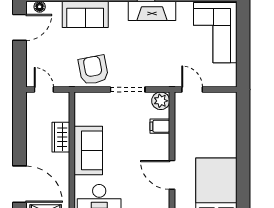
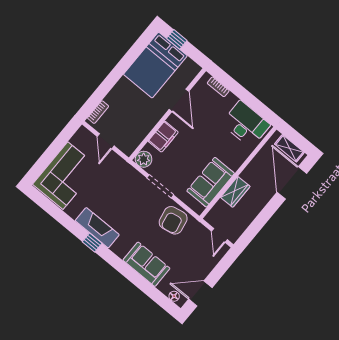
door: (192, 90) -> (106, 141), moved
bookcase: (232, 109) -> (98, 112), added
filing cabinet: (160, 126) -> (163, 137), width x2.00
sofa: (88, 150) -> (211, 182), moved

